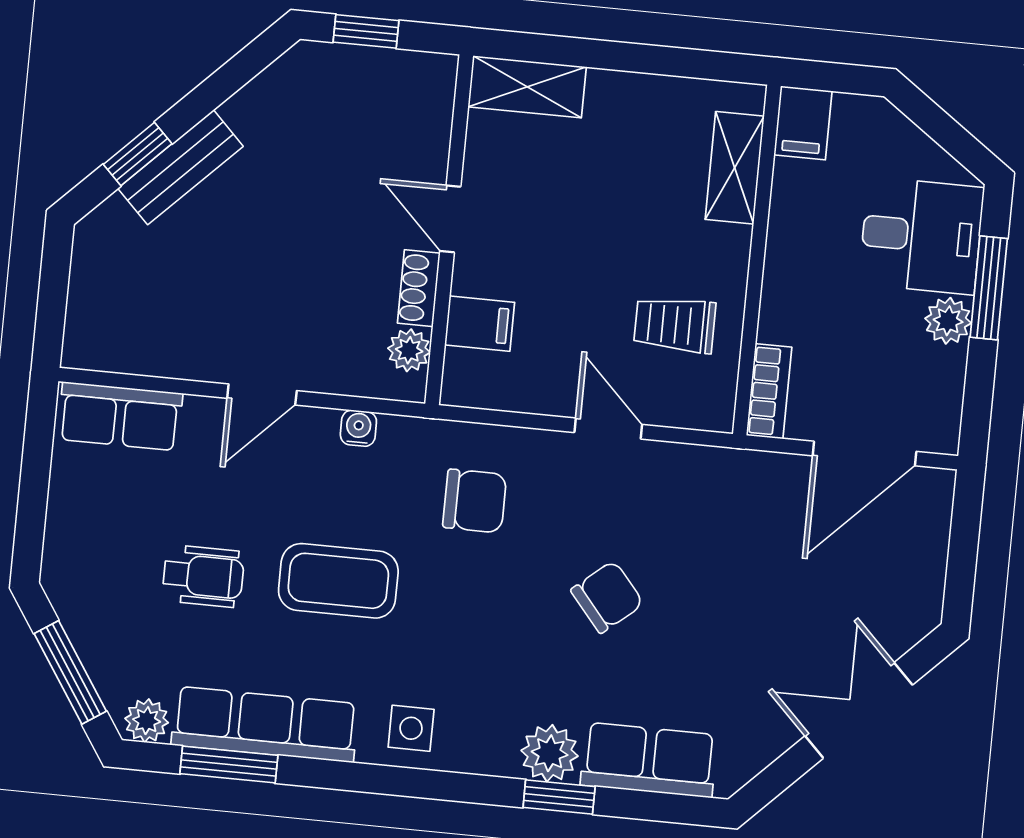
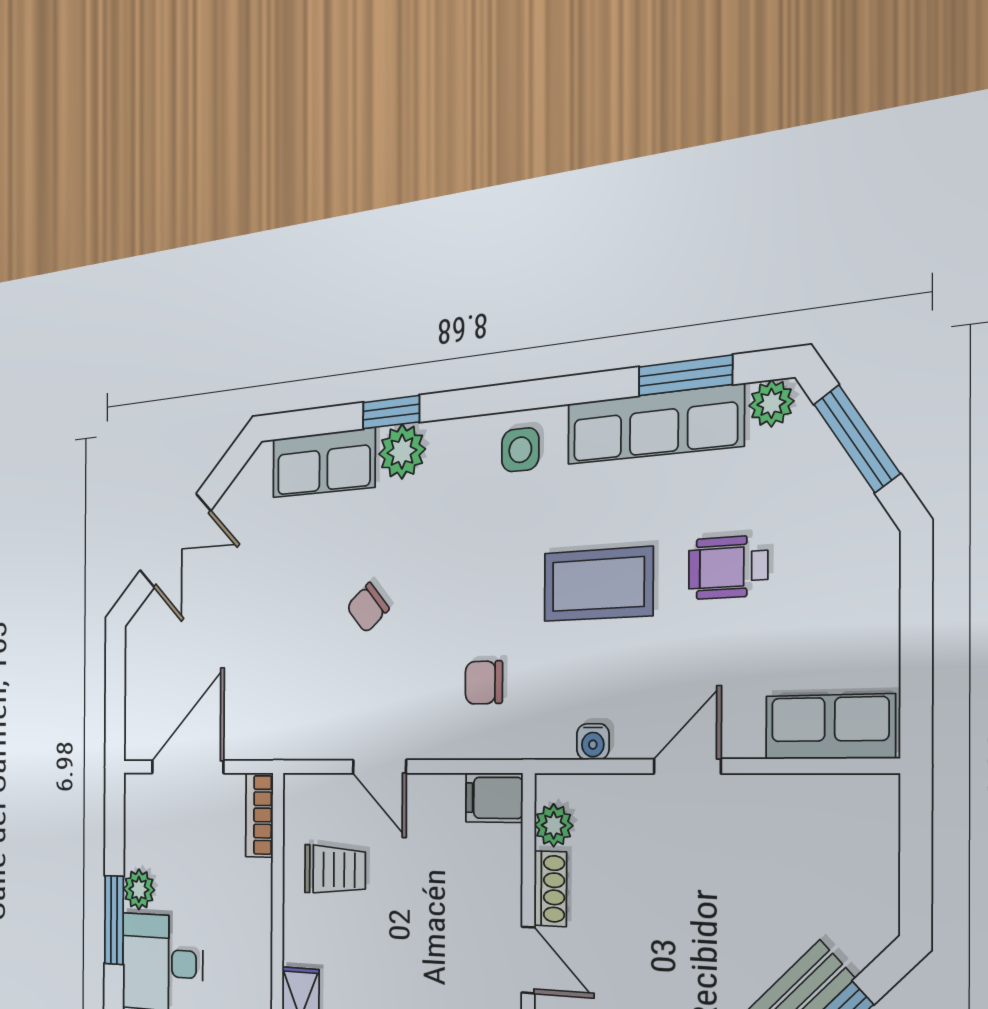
filing cabinet: (480, 324) -> (494, 798), moved
chair: (475, 501) -> (484, 683), width x0.73, depth x0.73
chair: (607, 597) -> (368, 608), width x0.73, depth x0.73

